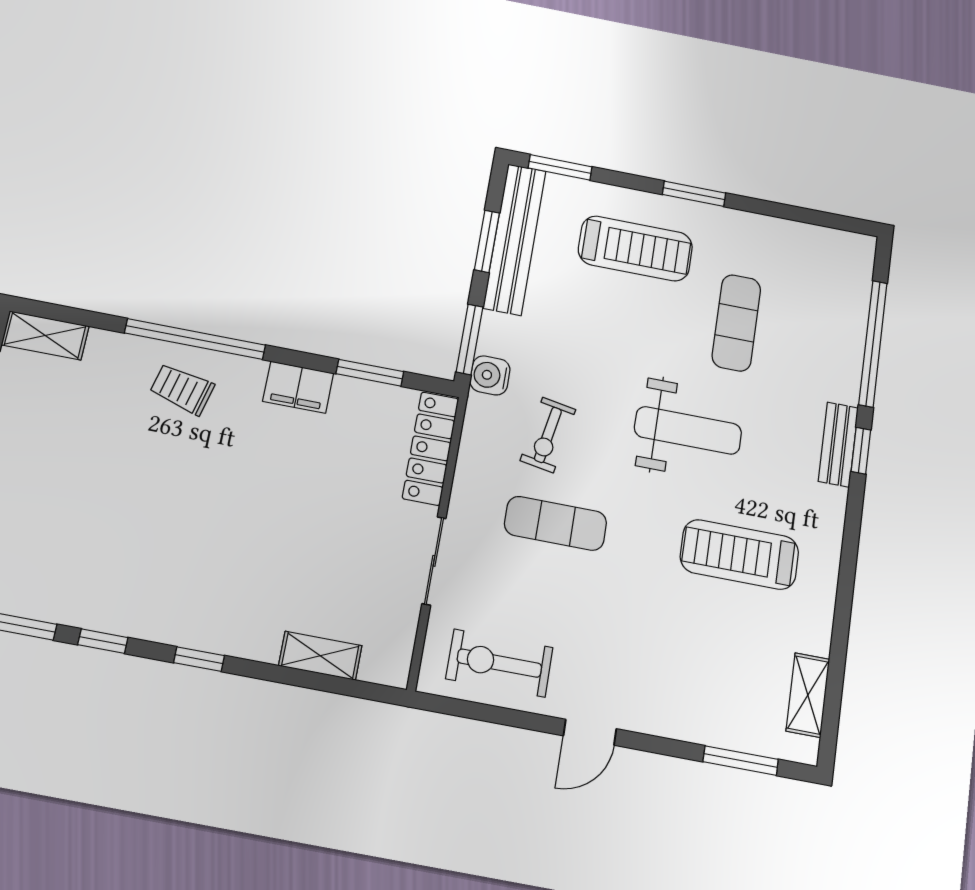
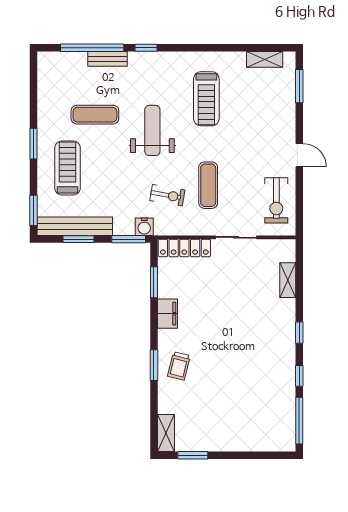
window: (195, 339) -> (154, 365), width x0.47
bench: (838, 444) -> (108, 59), moved

